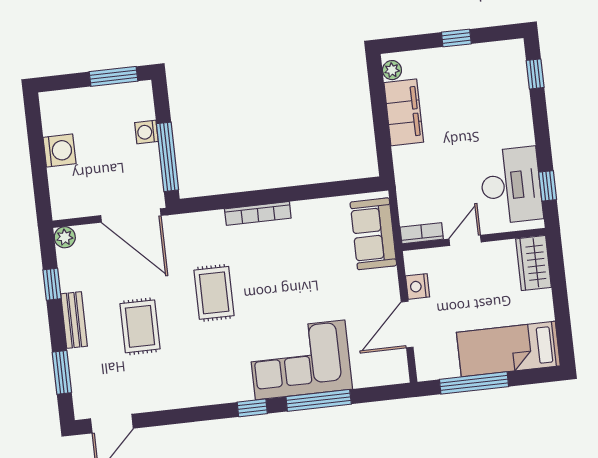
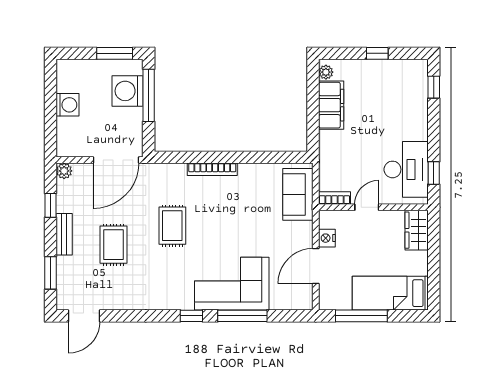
washing machine: (146, 132) -> (128, 91), width x1.89, depth x1.89
window: (167, 157) -> (149, 95), moved
door: (131, 216) -> (116, 160), hinge flipped

